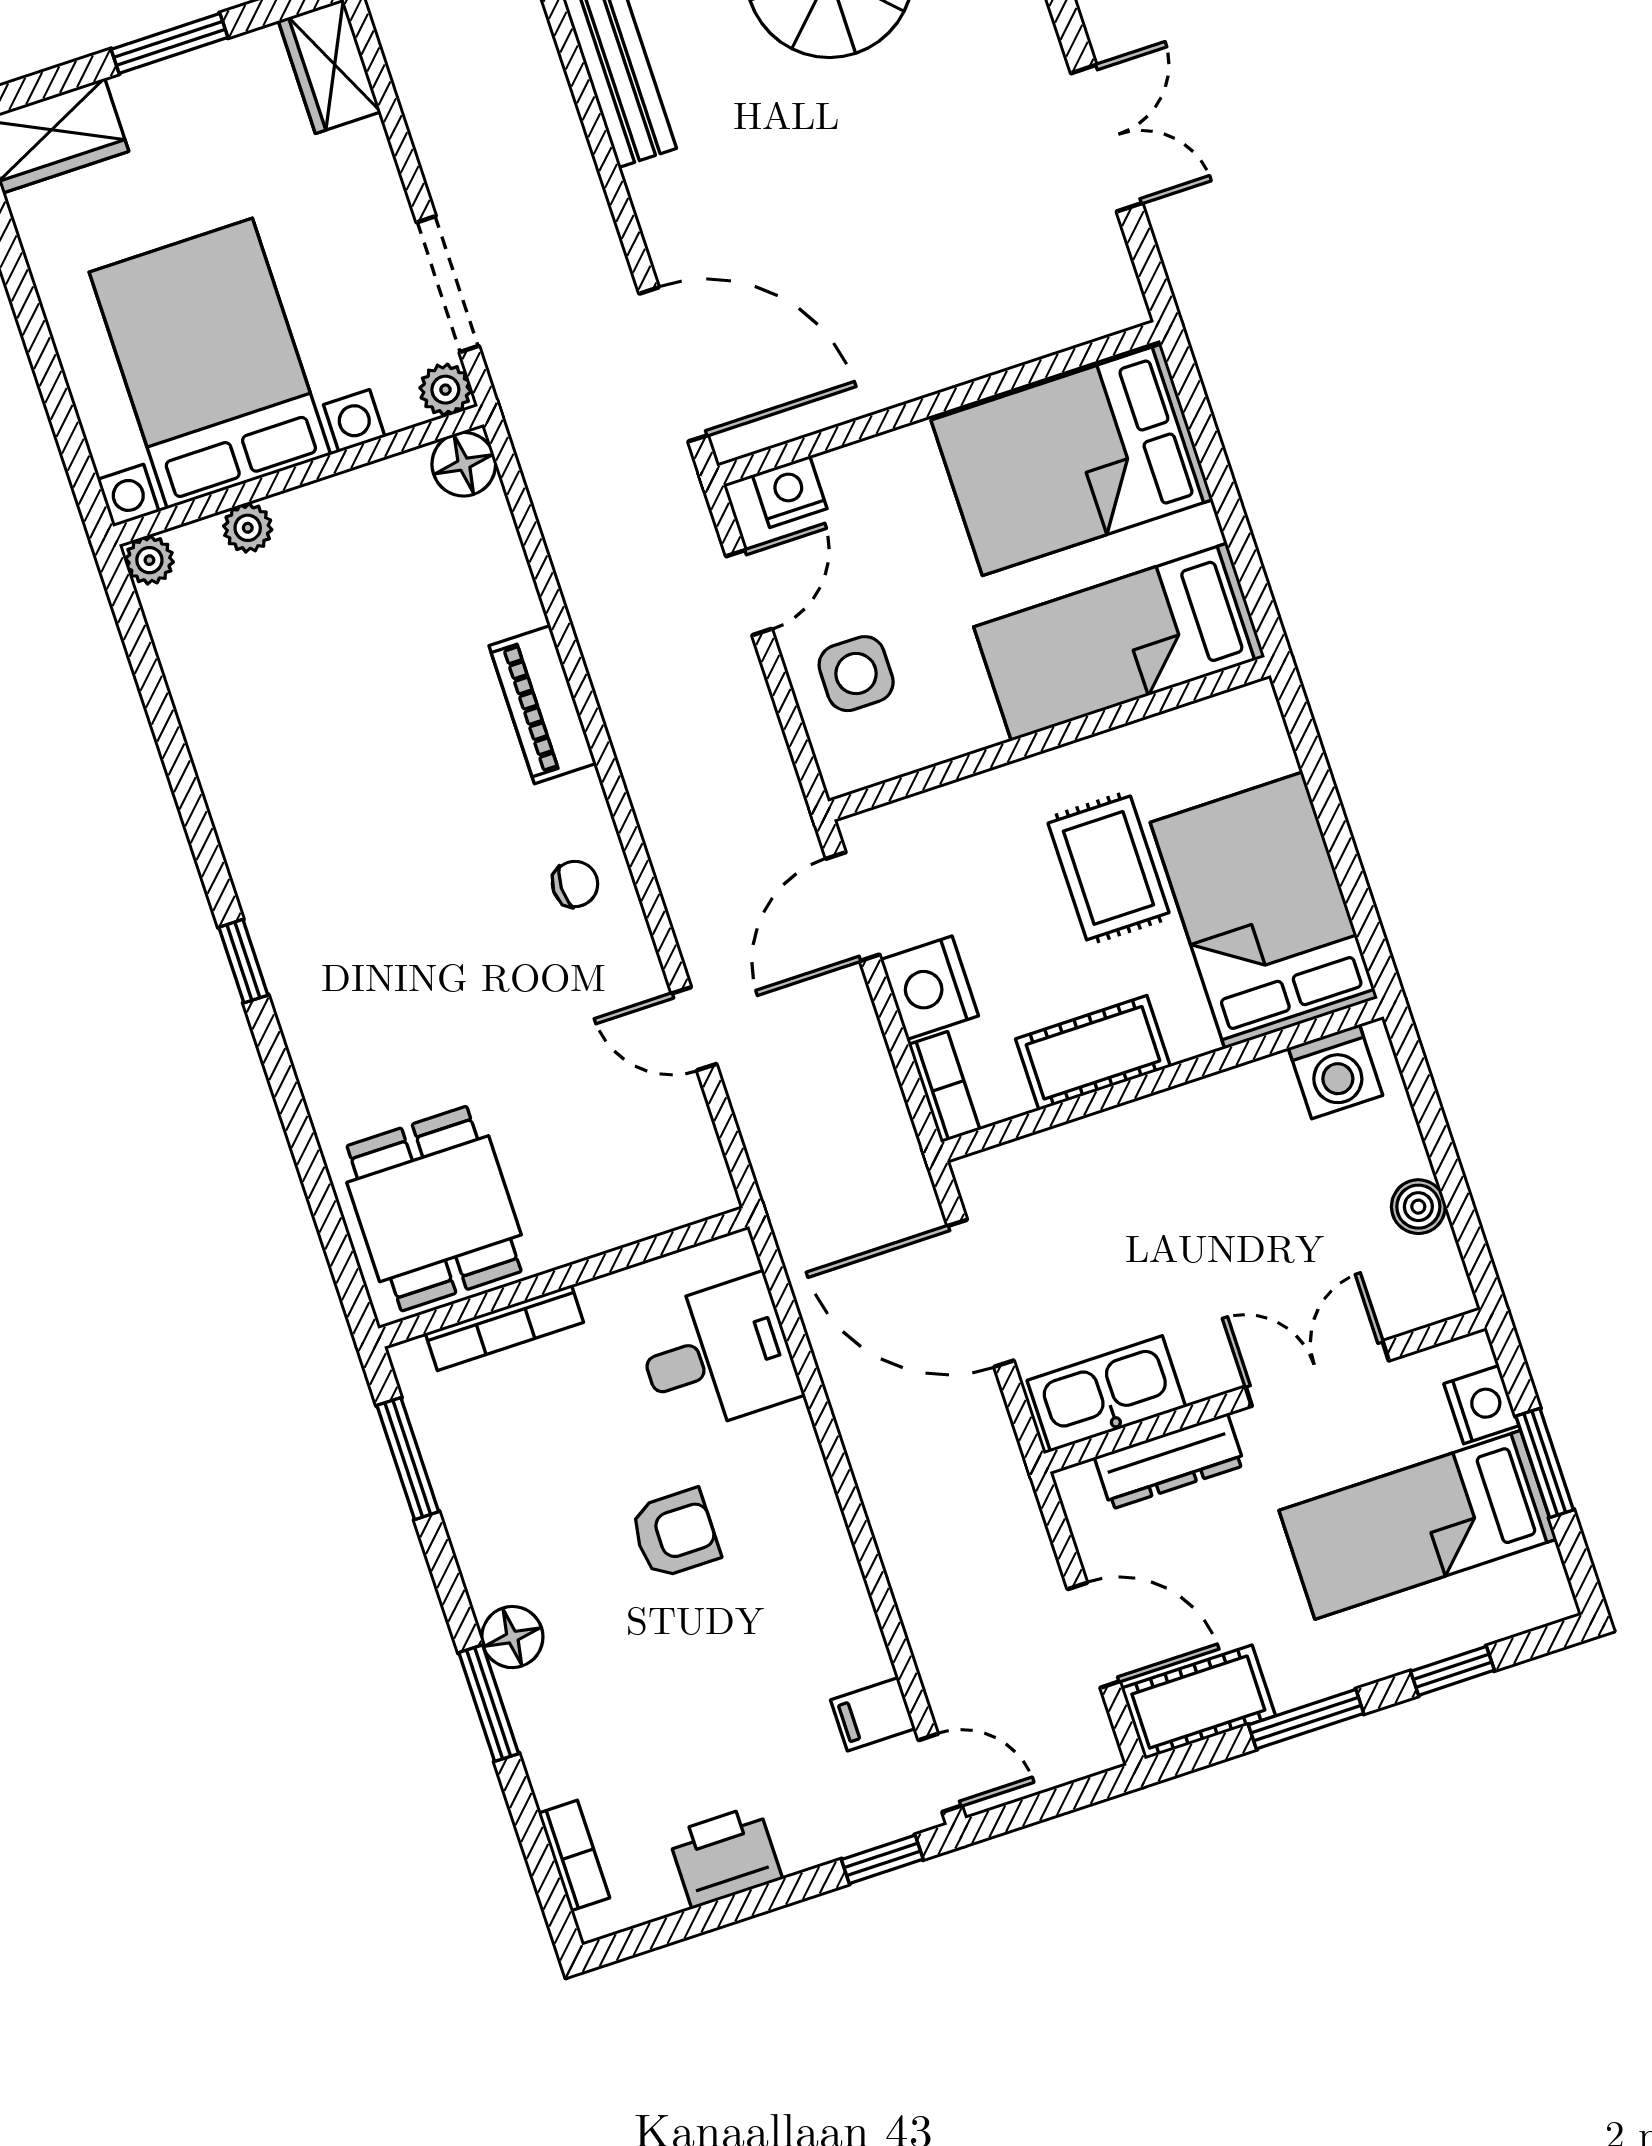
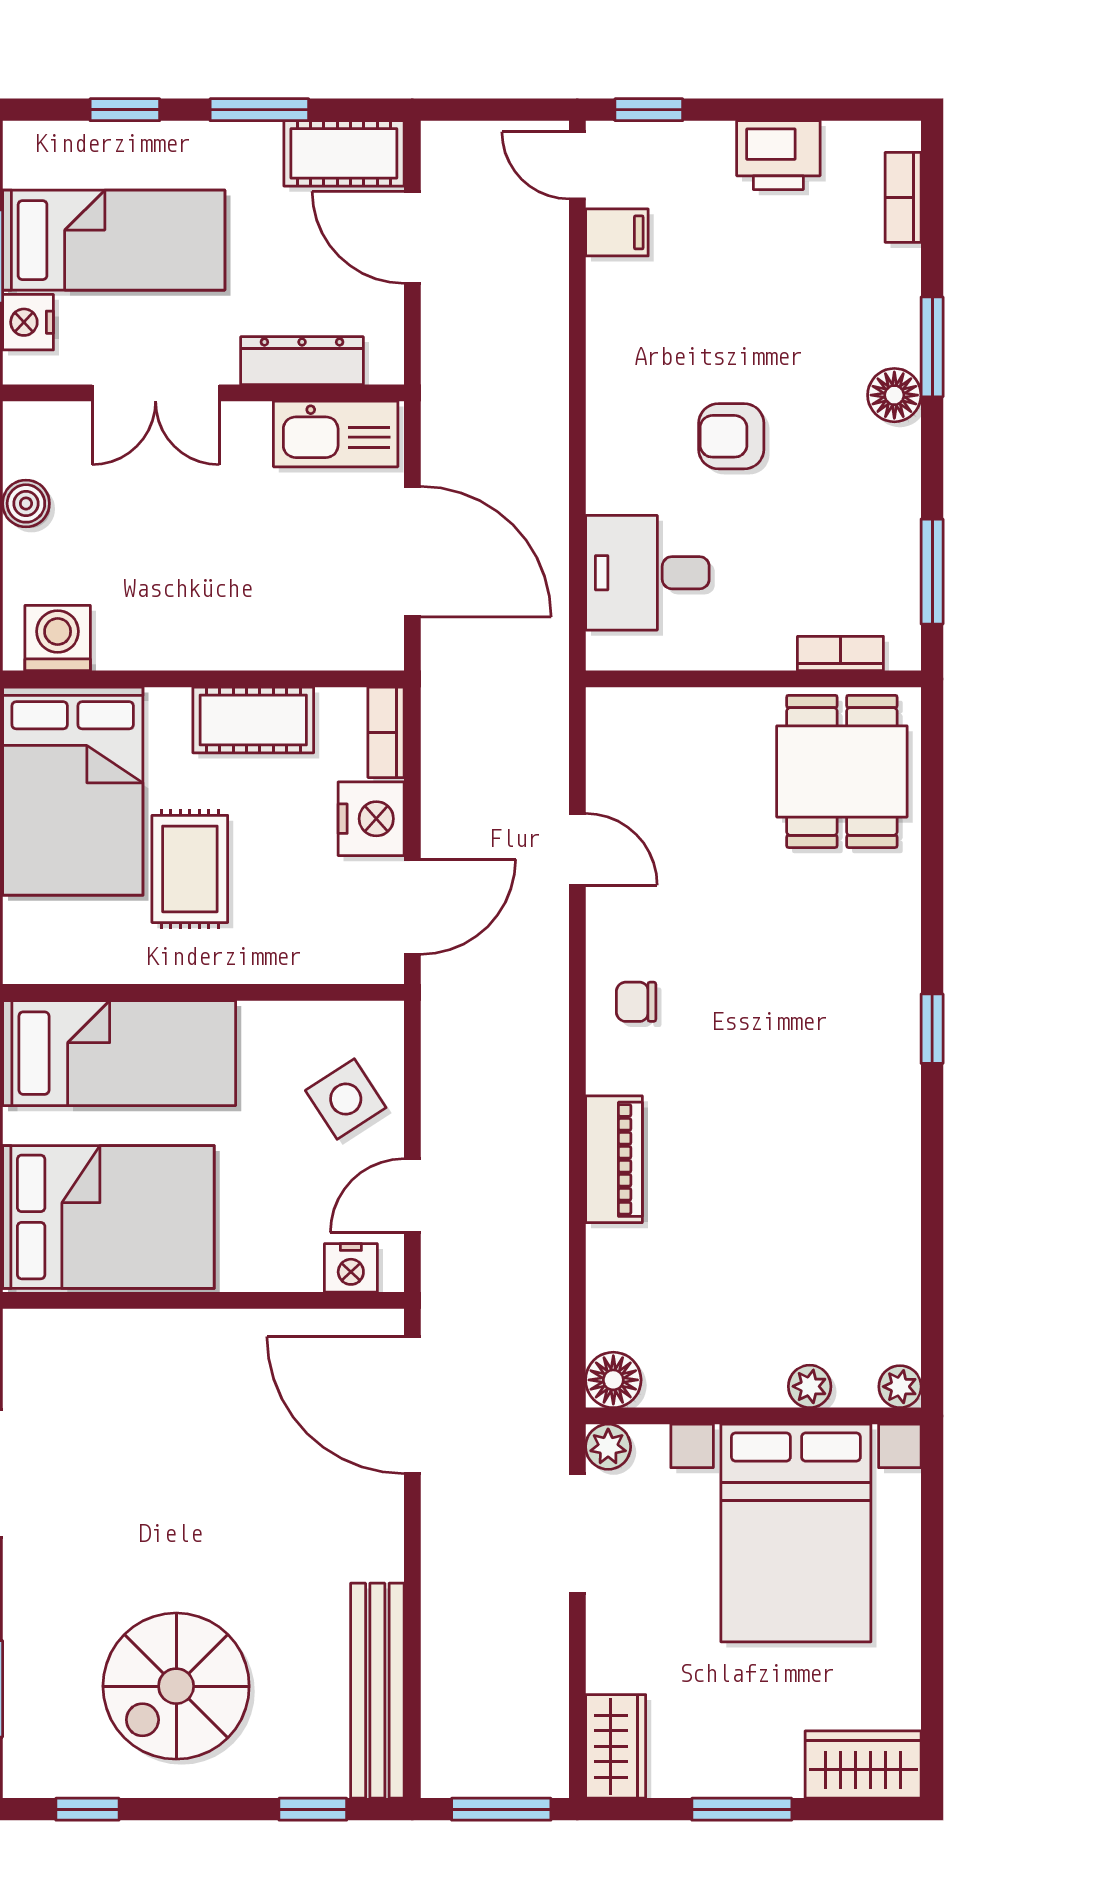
side table: (856, 674) -> (346, 1099), turned -33
bookcase: (504, 1328) -> (840, 653), width x0.64

